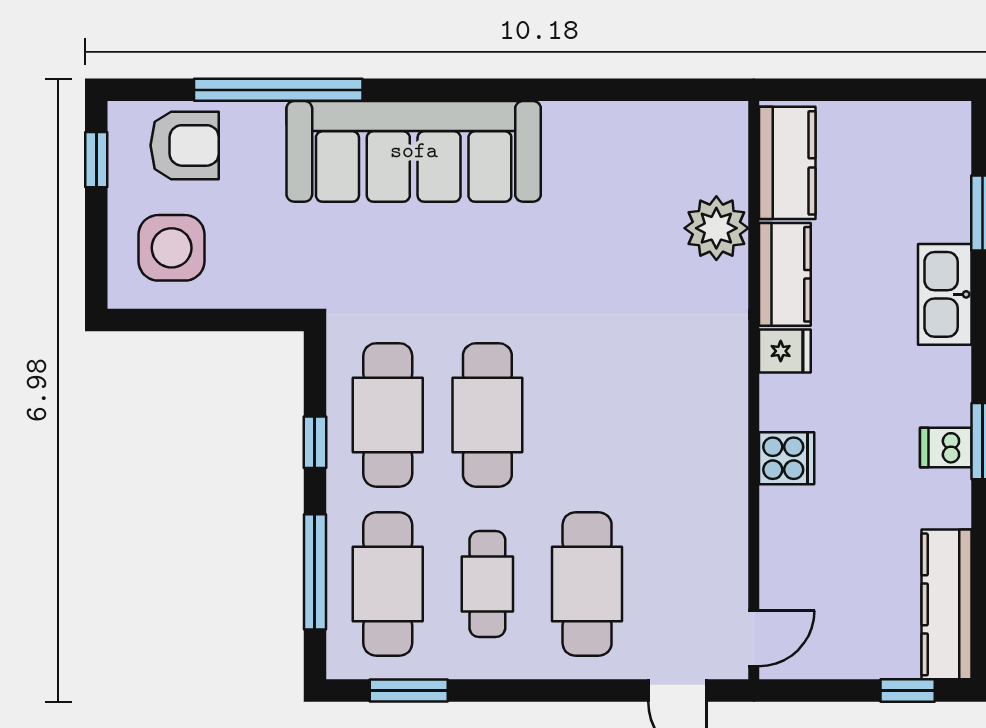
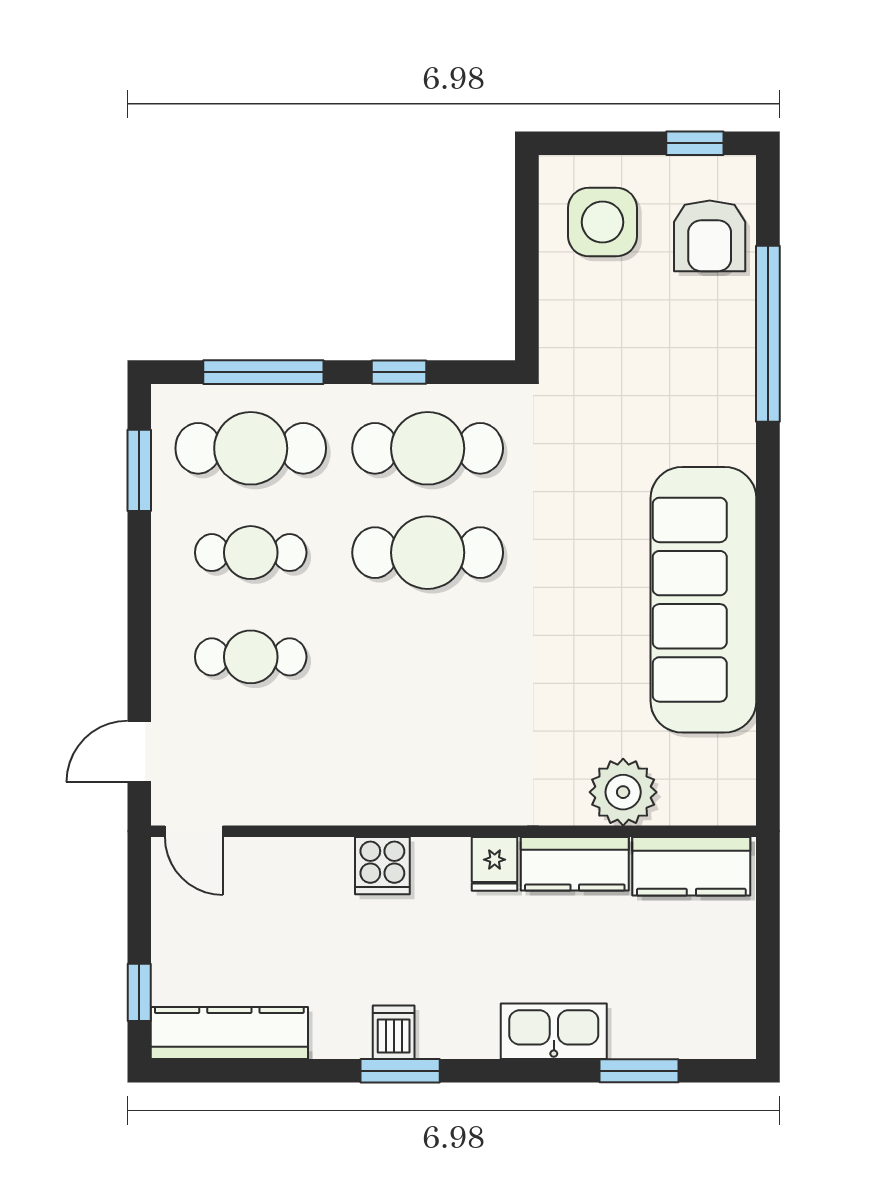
sofa: (414, 151) -> (703, 600), moved
cafe table: (587, 584) -> (251, 657), width x0.73, depth x0.74

